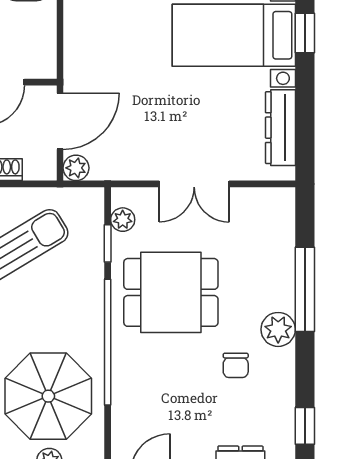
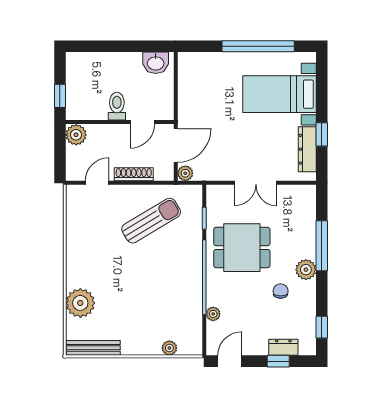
window: (305, 33) -> (322, 134), moved
plant: (123, 220) -> (213, 314), moved
chair: (236, 365) -> (281, 291), turned 180
parasol: (48, 396) -> (169, 309), removed

